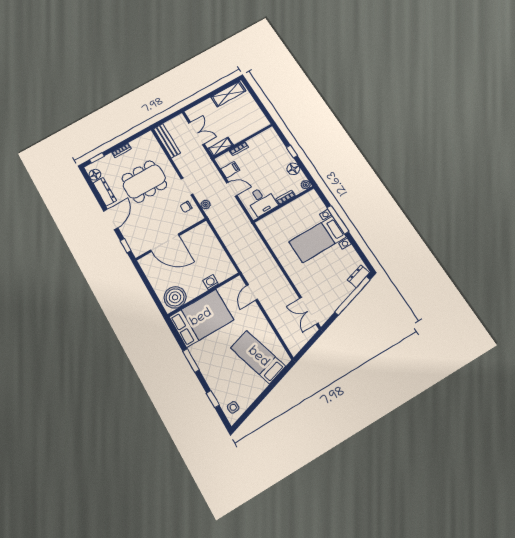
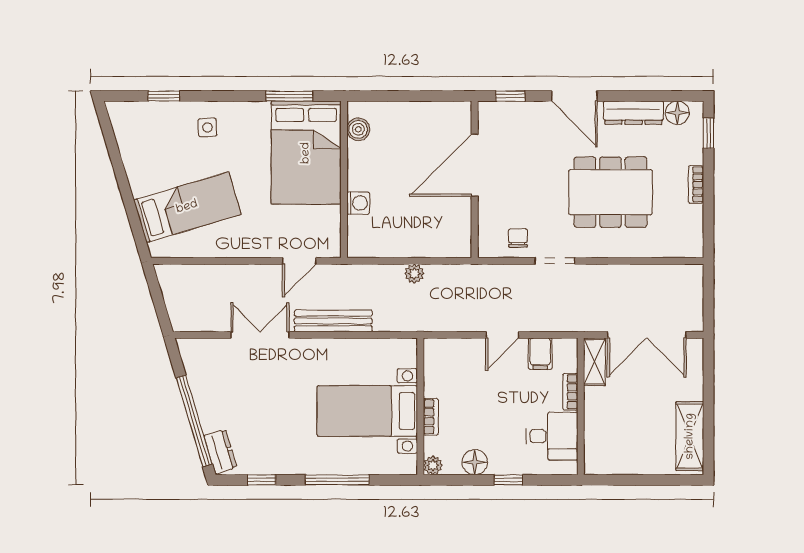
double door: (197, 133) -> (647, 335), width x1.37
bench: (167, 141) -> (333, 321), moved
dining table: (144, 181) -> (610, 192), turned 90
desk: (262, 201) -> (552, 436), moved, turned 180
plant: (206, 205) -> (414, 274), moved
bed with nightstands: (318, 239) -> (367, 411), moved, turned -90
window: (359, 251) -> (262, 480), added
door: (252, 293) -> (299, 261), swing flipped
boiler: (175, 297) -> (358, 129), width x0.54, depth x0.54
double door: (309, 311) -> (260, 335), moved
window: (191, 361) -> (289, 96), moved
side table: (233, 407) -> (207, 127), moved

